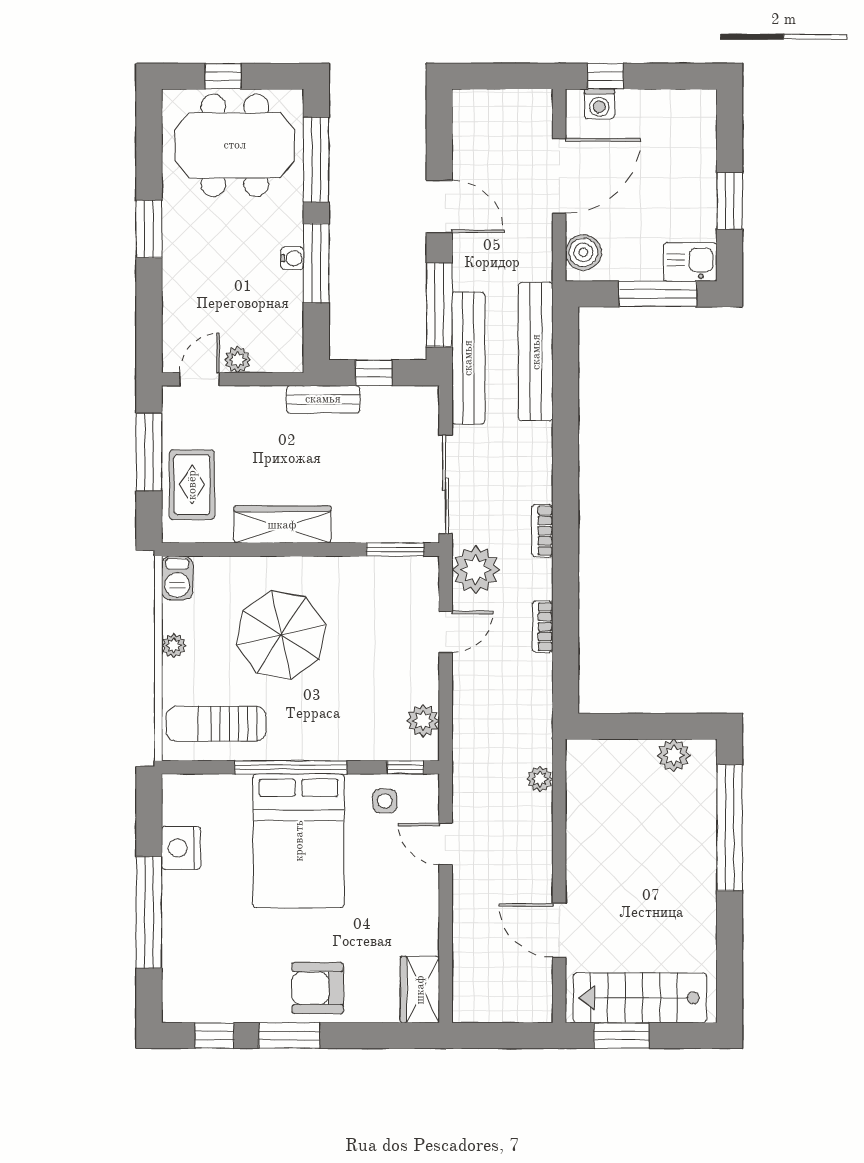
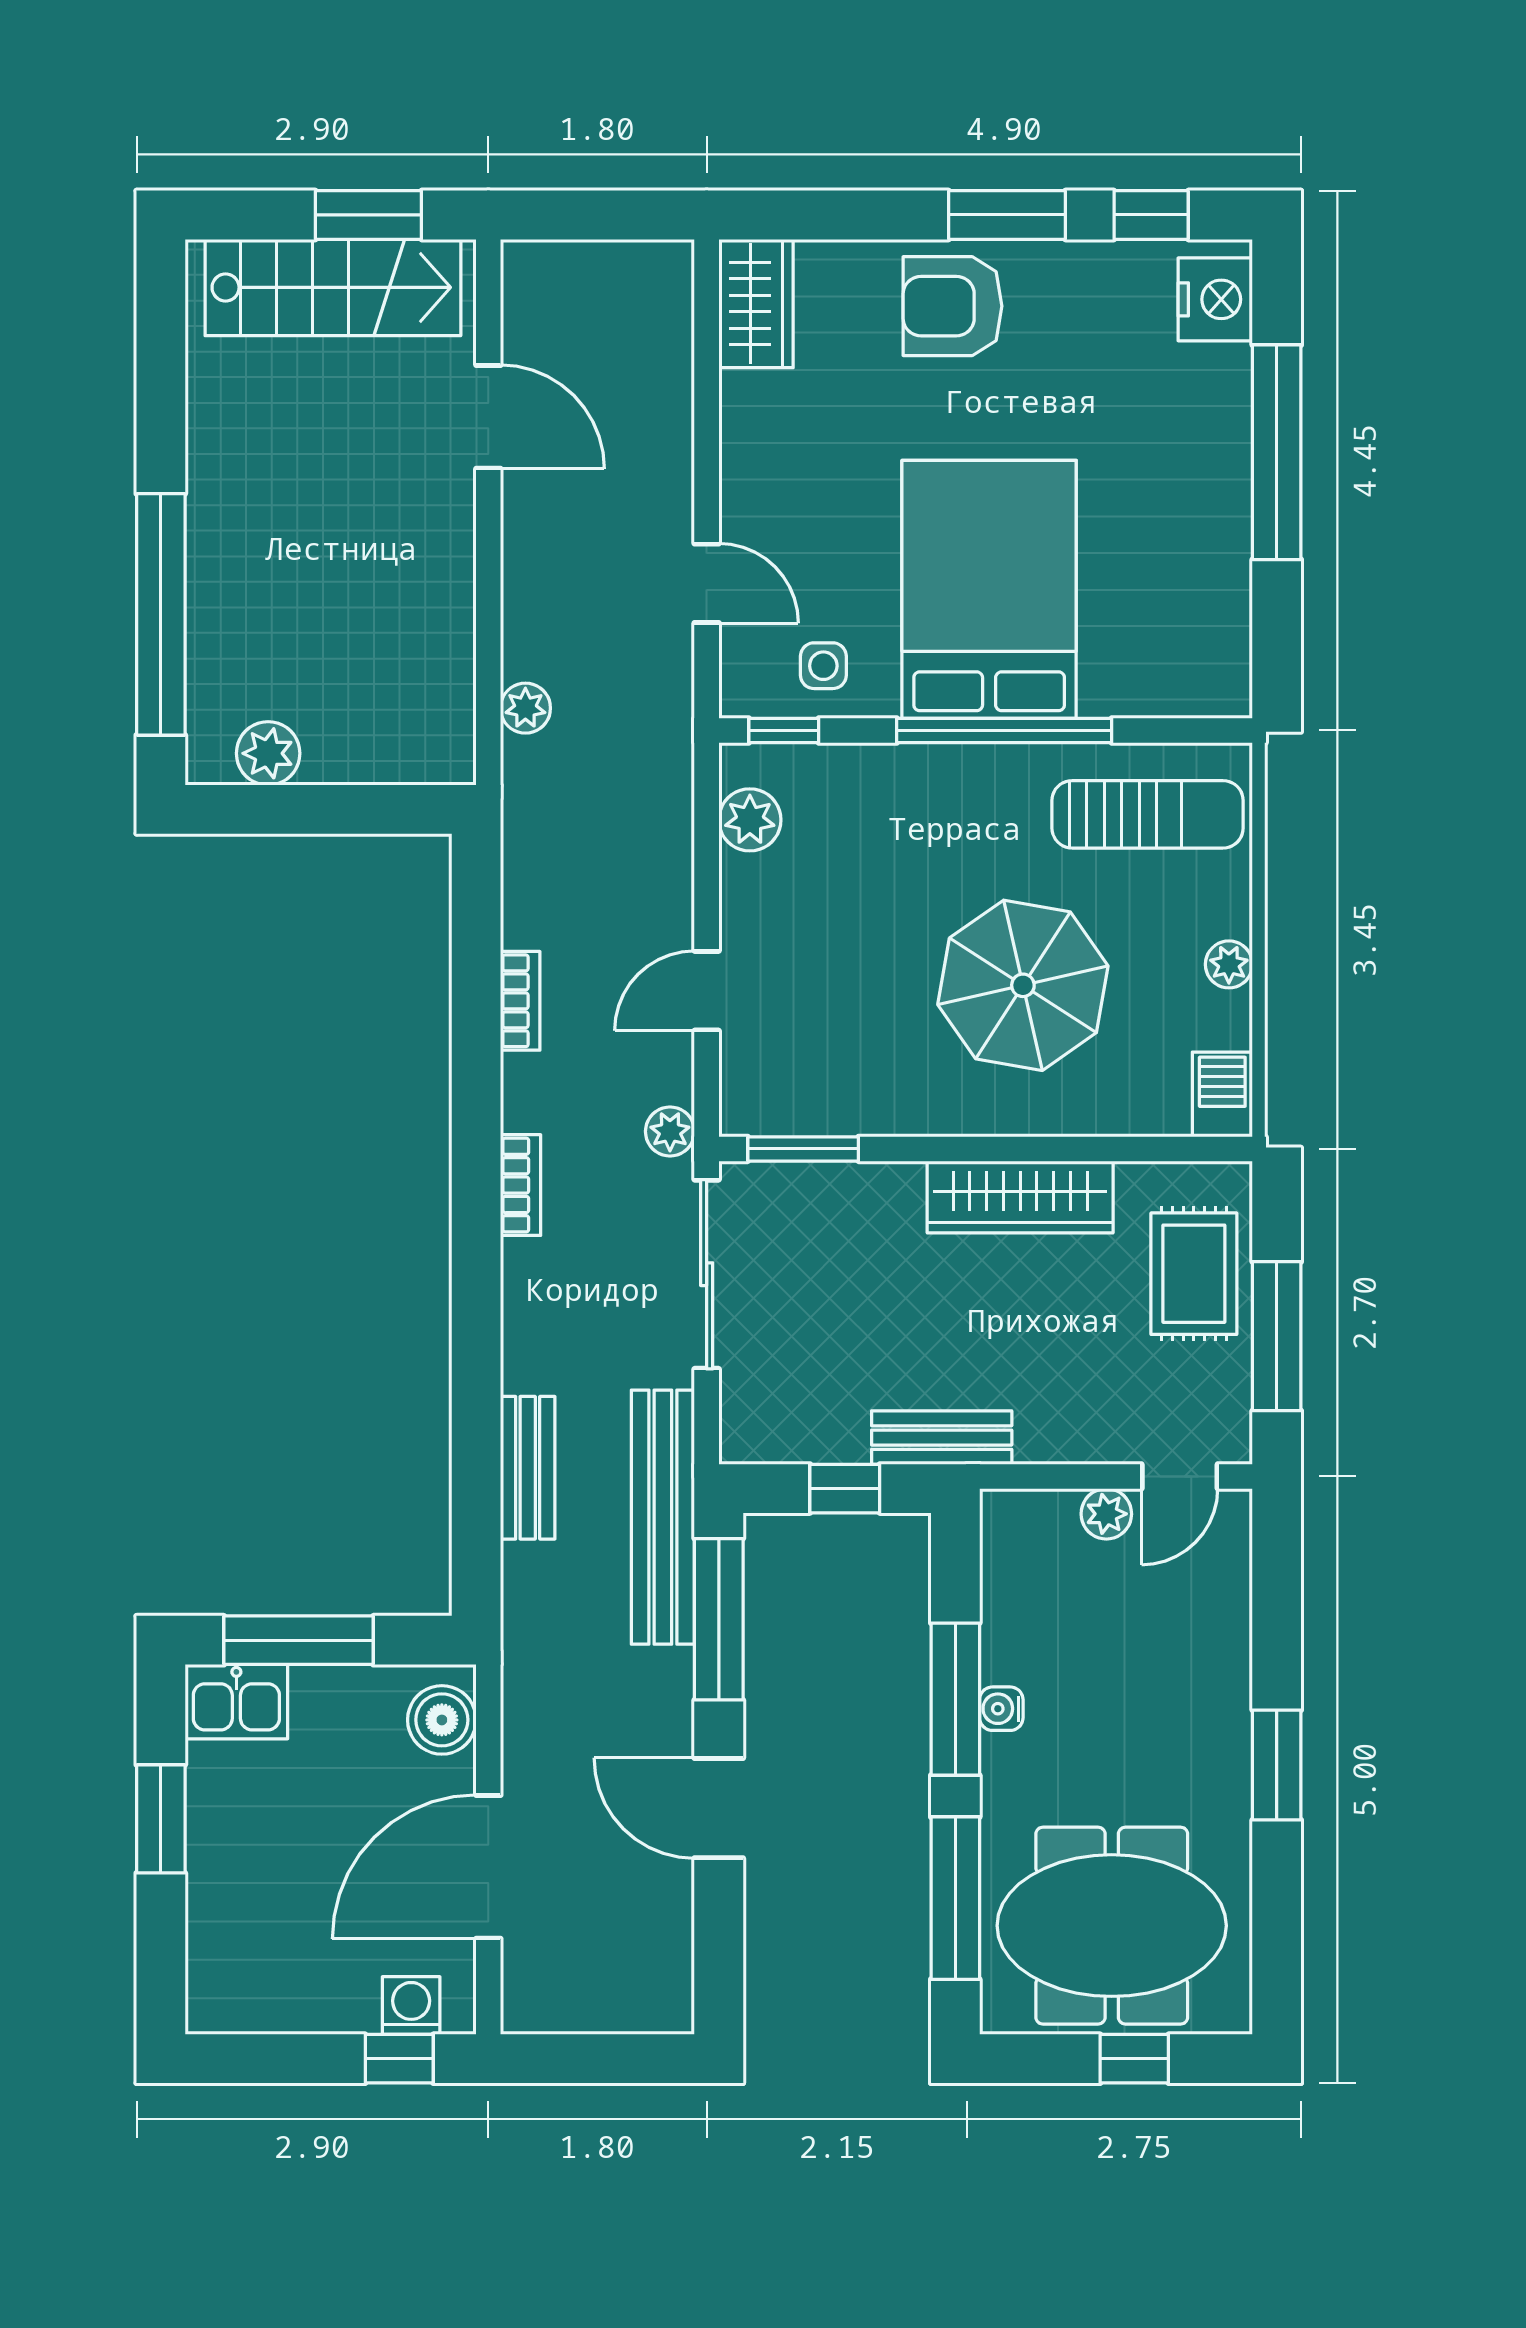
bench: (536, 352) -> (528, 1468), width x0.54, depth x0.82
plant: (476, 570) -> (670, 1131), width x0.53, depth x0.53
nightstand: (181, 848) -> (1215, 299), moved
armchair: (318, 988) -> (952, 306), turned 180

